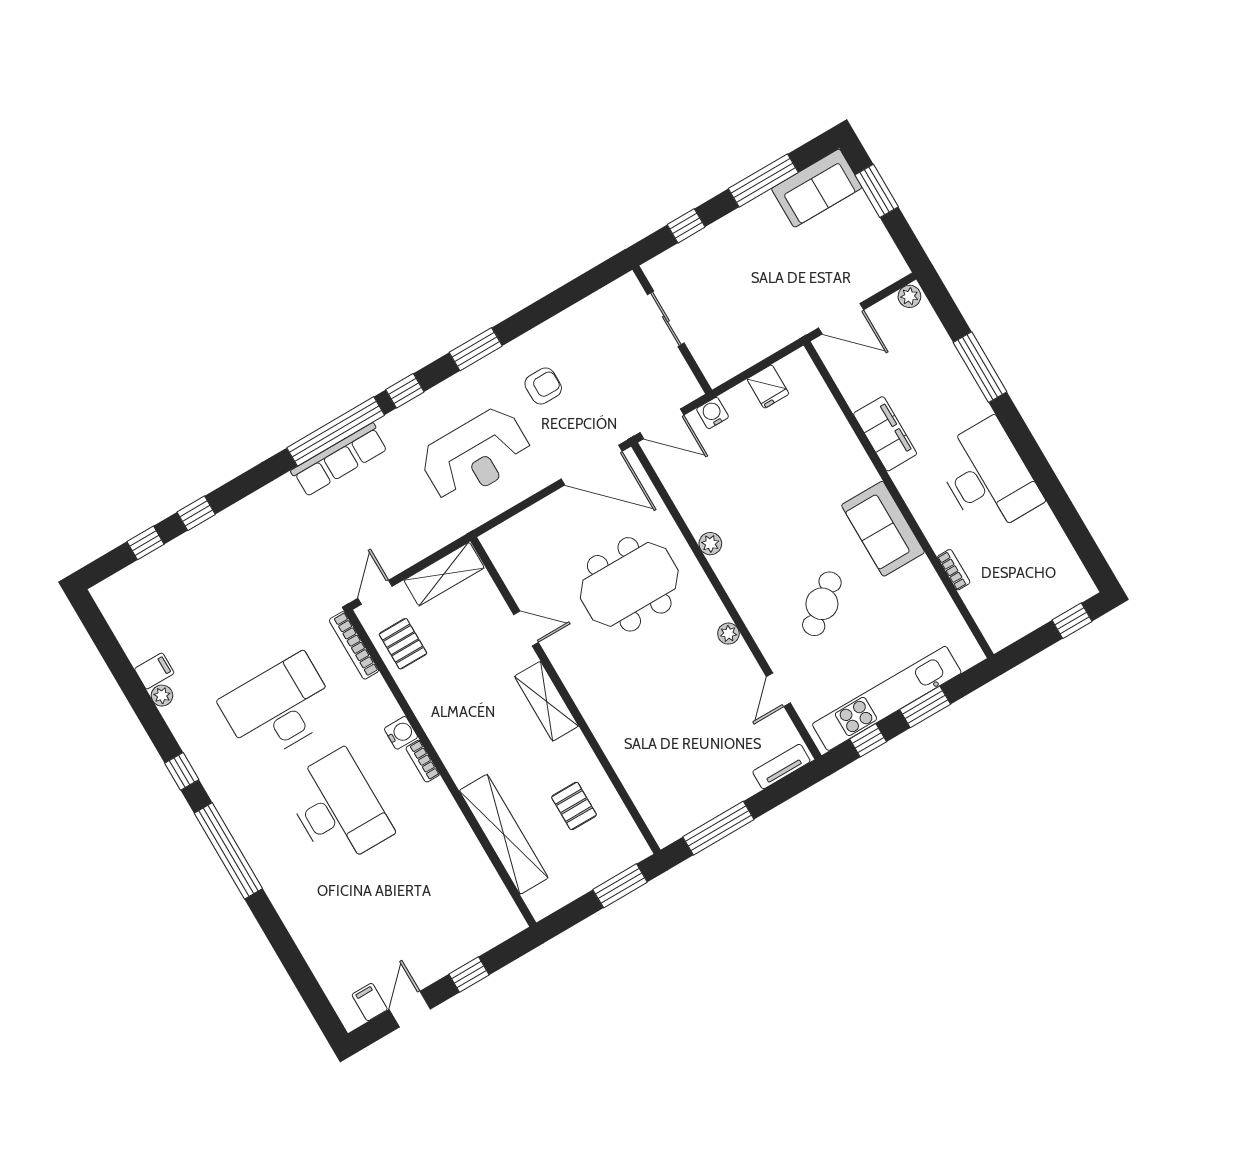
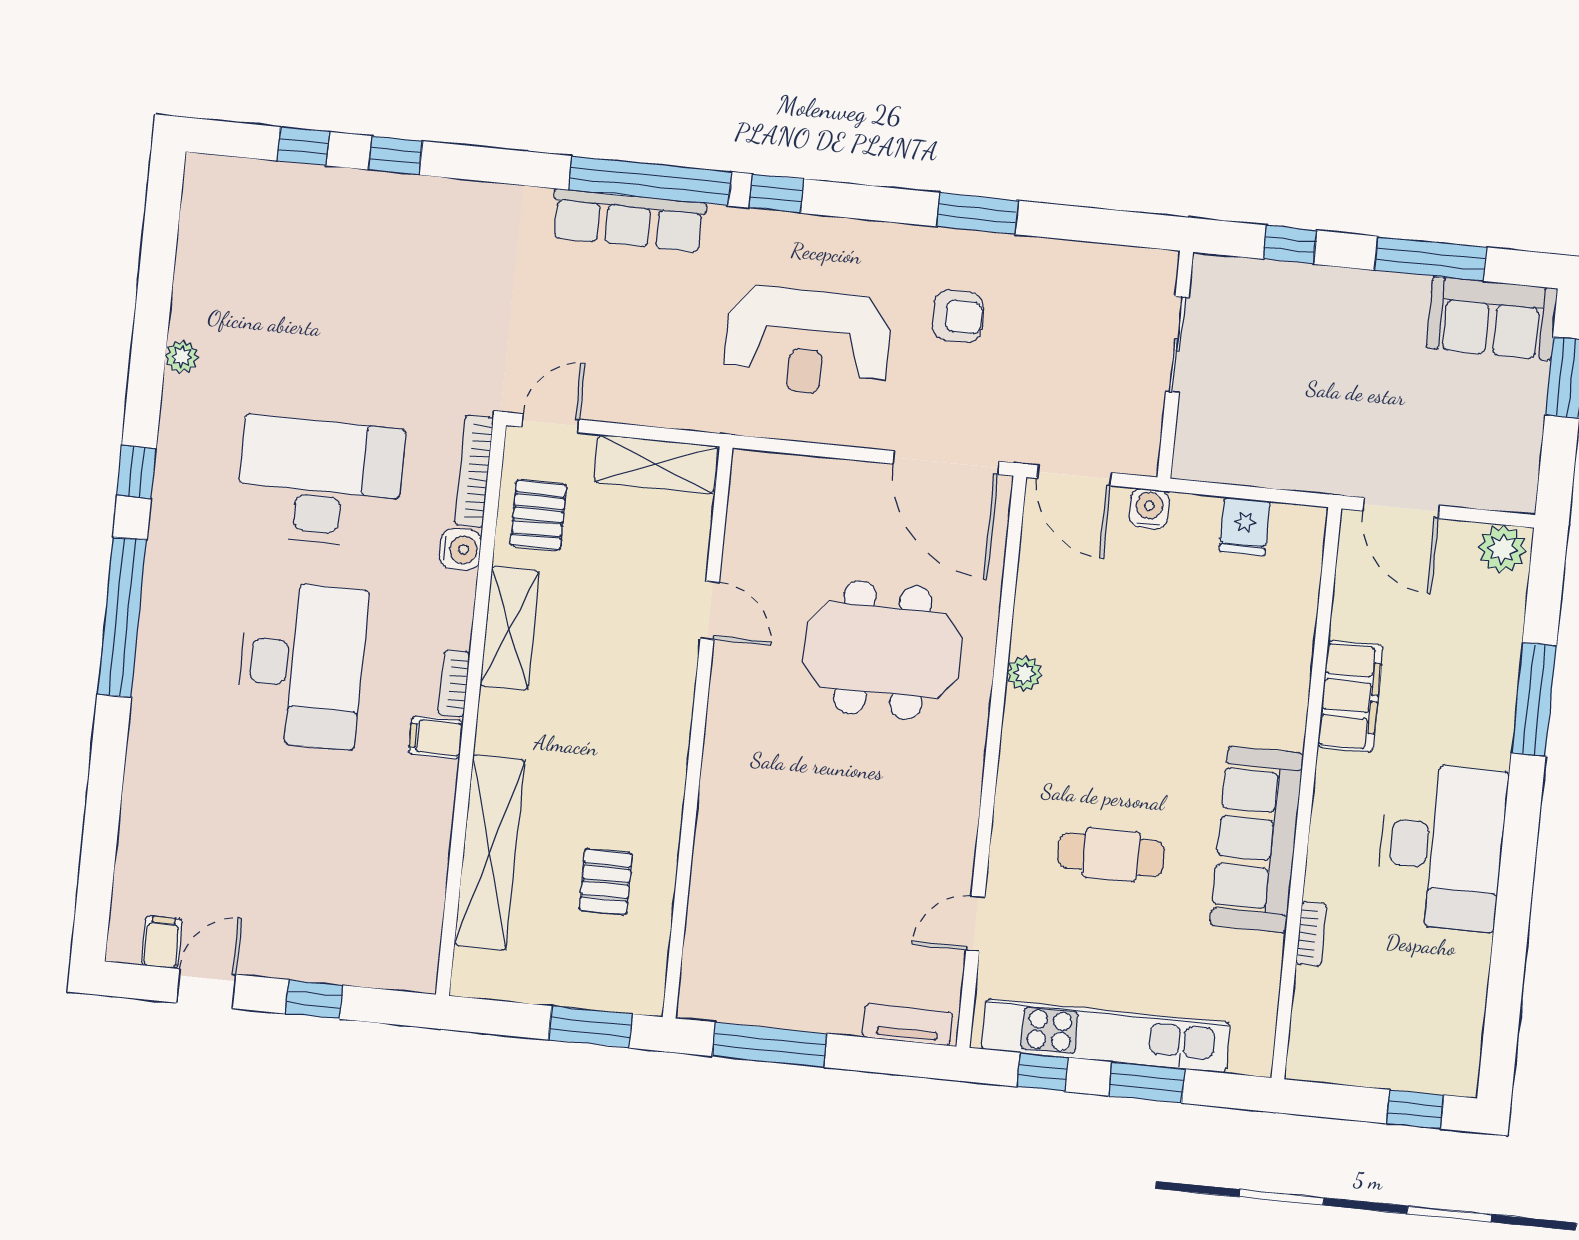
plant: (909, 296) -> (1502, 549), width x1.38, depth x1.38
window: (476, 349) -> (977, 213), moved
sofa: (883, 529) -> (1257, 839), width x1.36
cafe table: (822, 604) -> (1111, 854), turned 39
plant: (728, 634) -> (964, 805), removed
filing cabinet: (154, 671) -> (436, 737), moved, turned 180
shelving: (546, 701) -> (510, 628), moved
water cooler: (401, 733) -> (460, 549), moved

